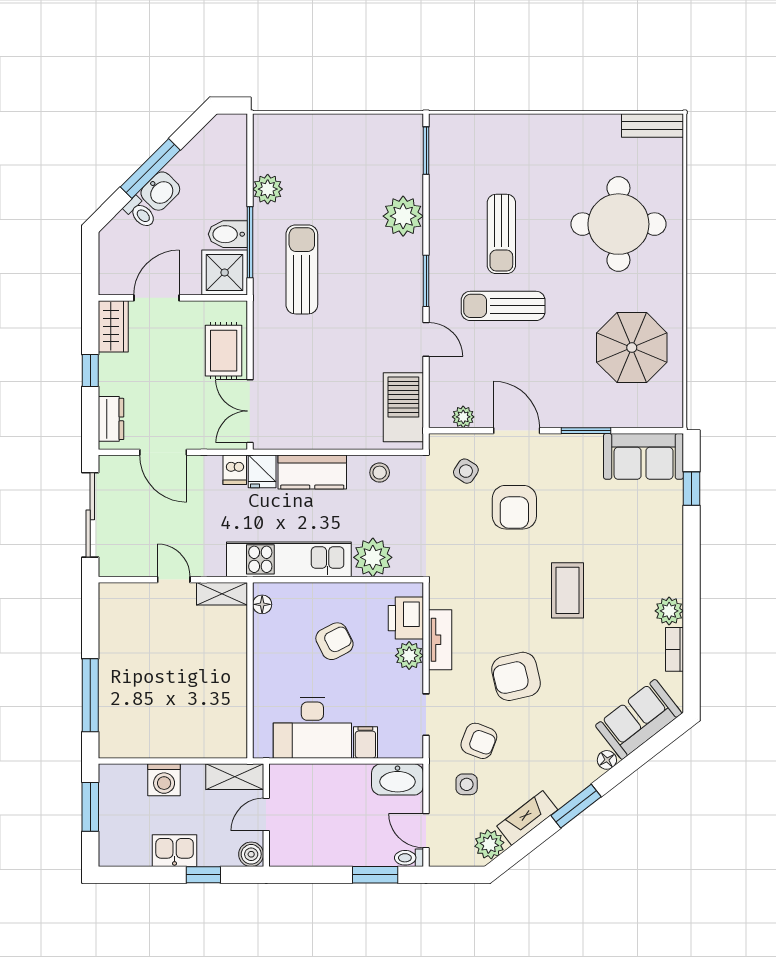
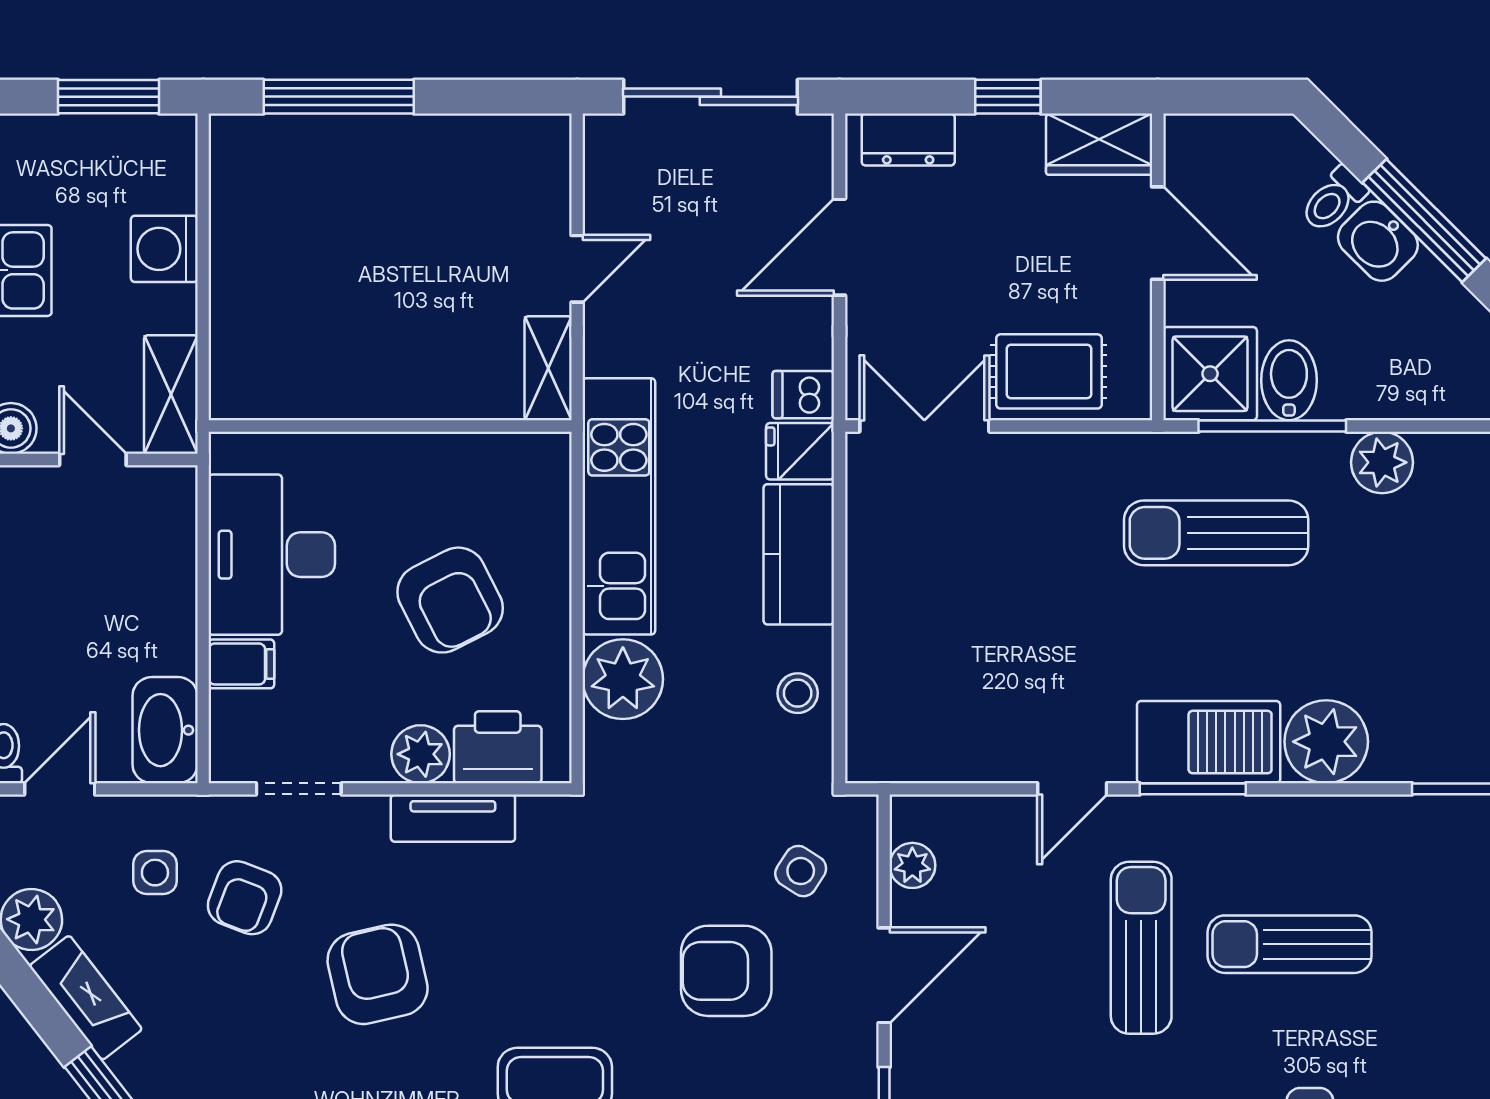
sun lounger: (302, 269) -> (1216, 533), turned 180
barbecue: (403, 407) -> (1209, 742), moved
floor lamp: (262, 604) -> (526, 451), removed
armchair: (334, 641) -> (450, 600), width x1.38, depth x1.38

